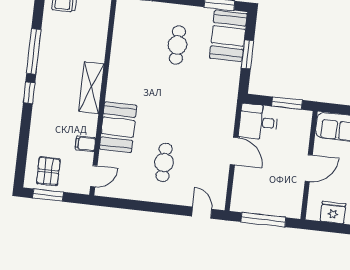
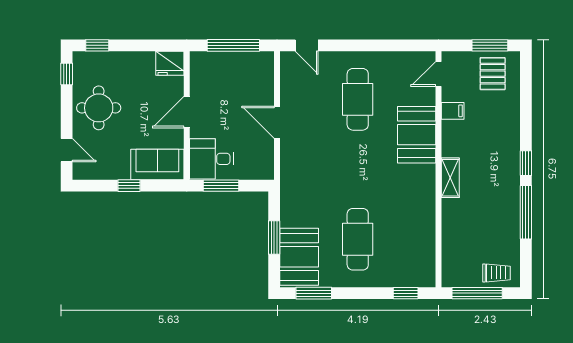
cafe table: (177, 45) -> (358, 239), width x1.37, depth x1.35
shelving: (91, 88) -> (450, 178), width x0.67, depth x0.75
desk: (258, 122) -> (212, 159), moved, turned 180
cafe table: (164, 162) -> (358, 99), width x1.37, depth x1.35
fridge: (333, 212) -> (170, 63), moved

